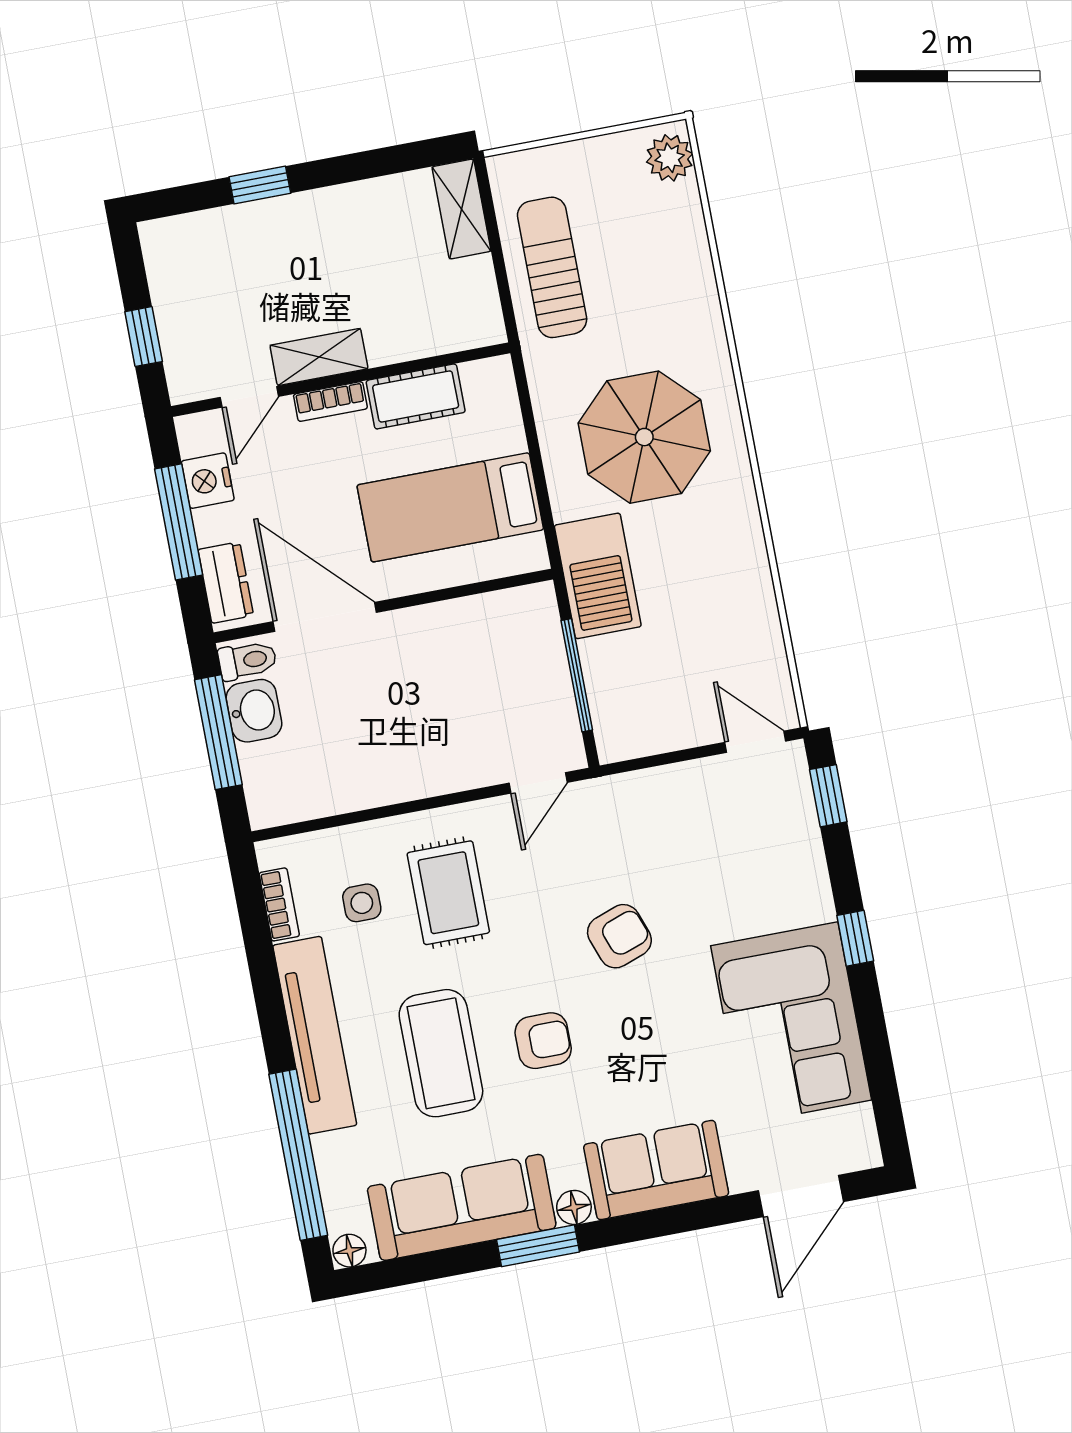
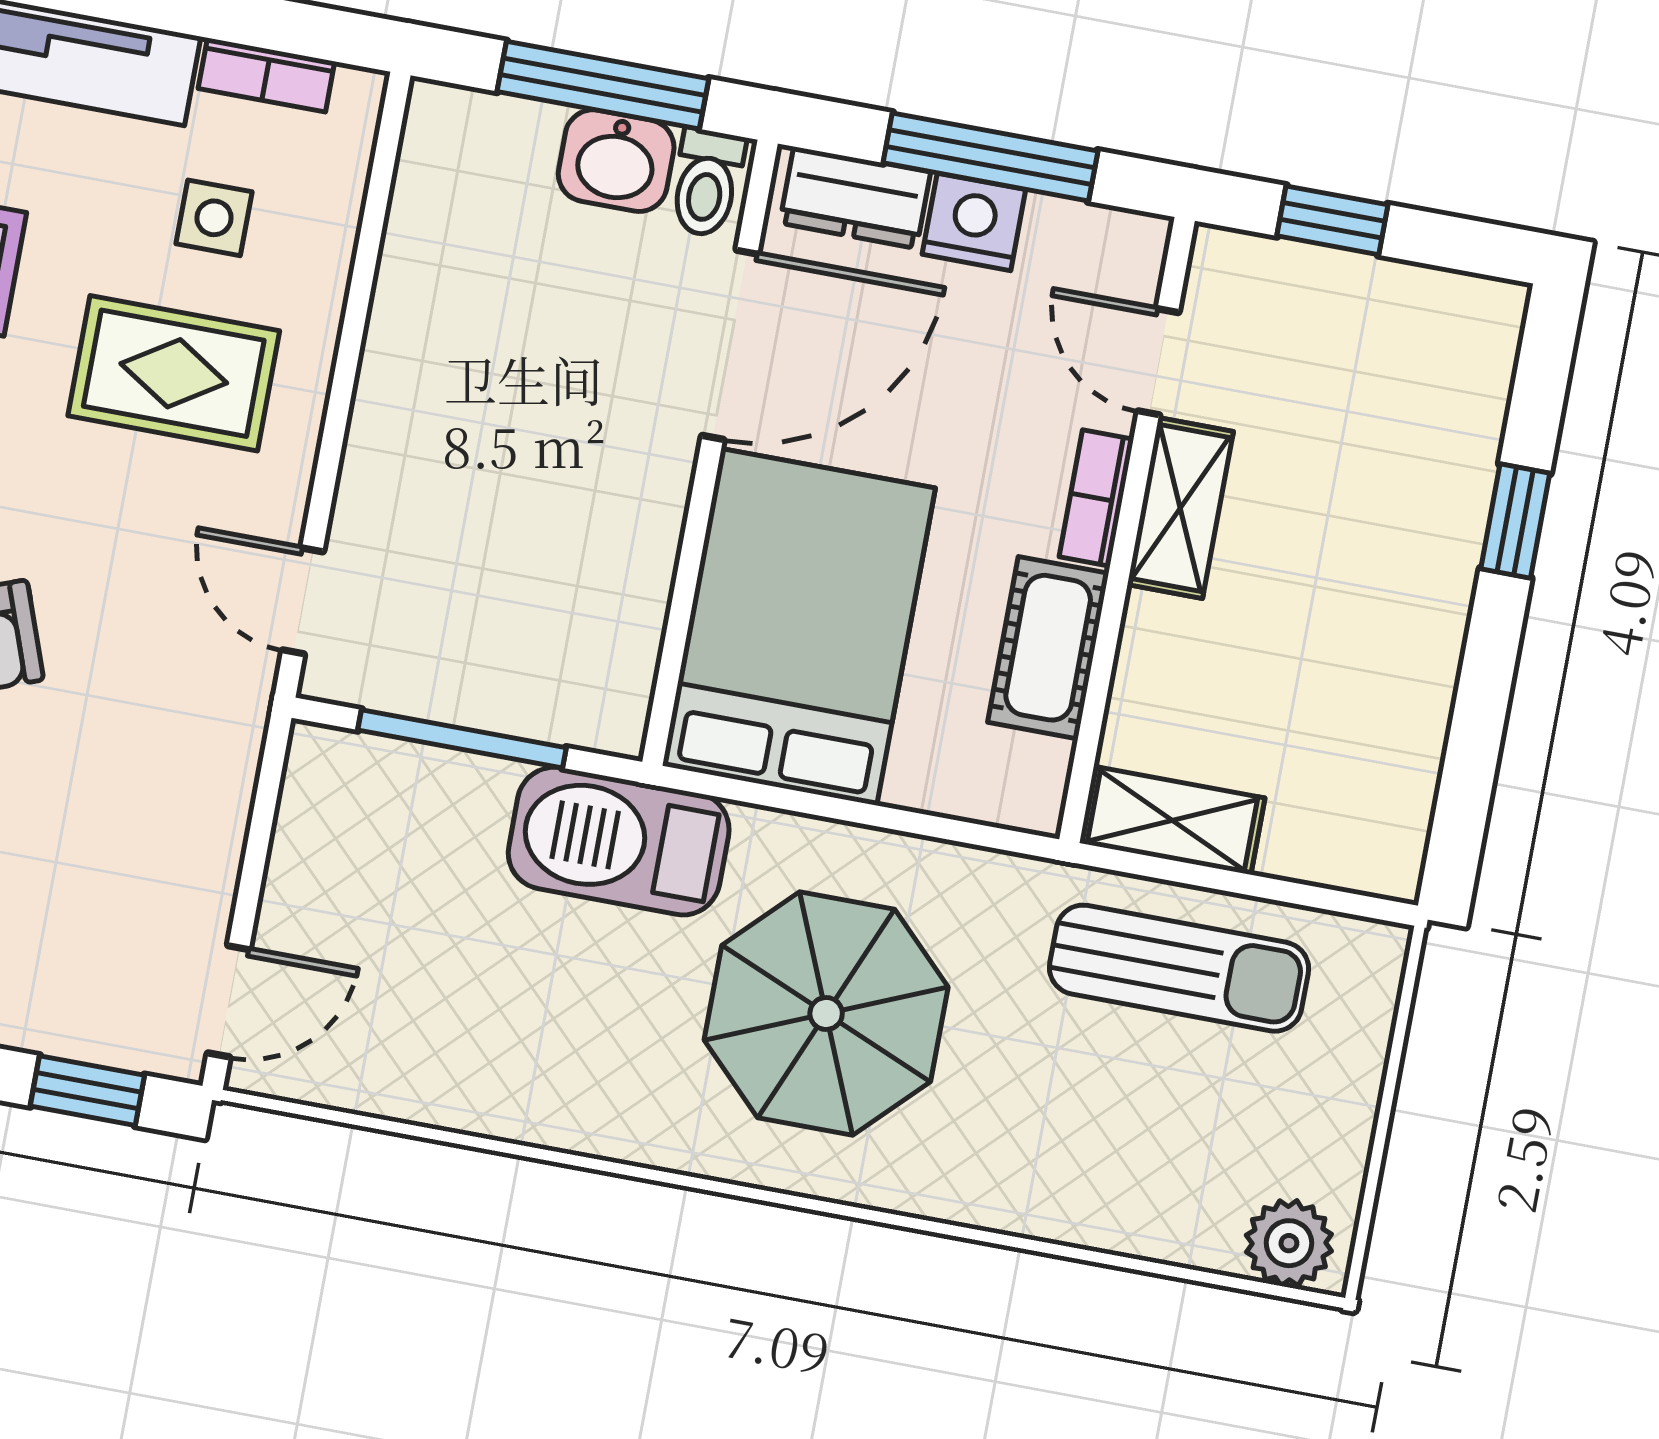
shelving: (461, 209) -> (1172, 820), moved
nightstand: (208, 481) -> (974, 222), moved
bed: (450, 507) -> (799, 627), width x1.50

